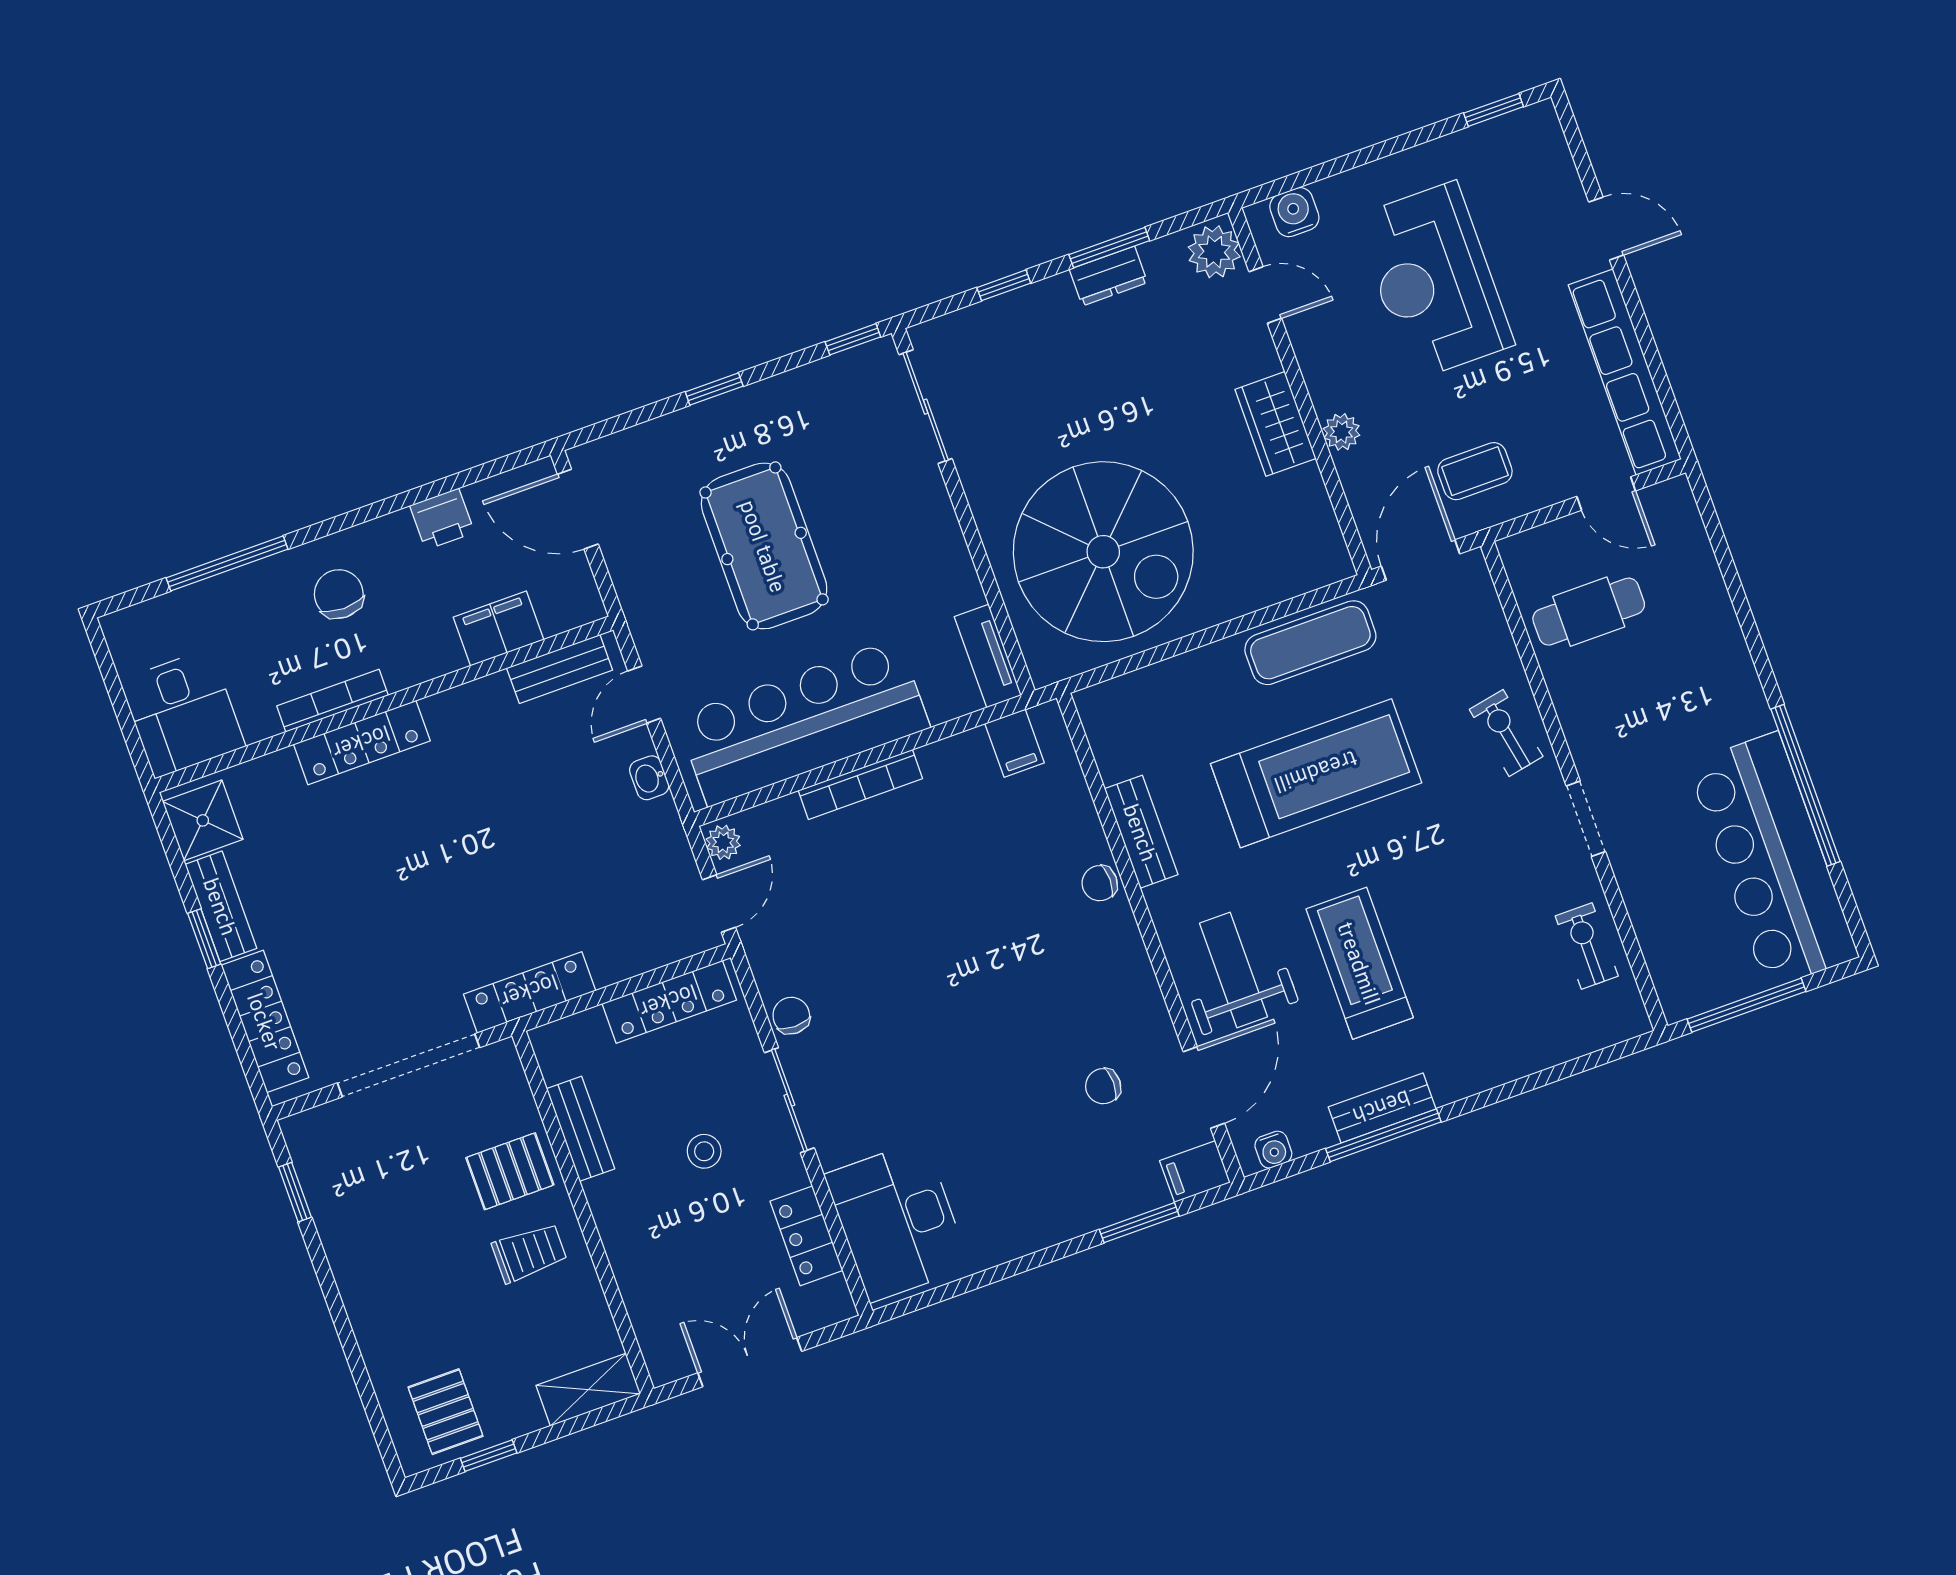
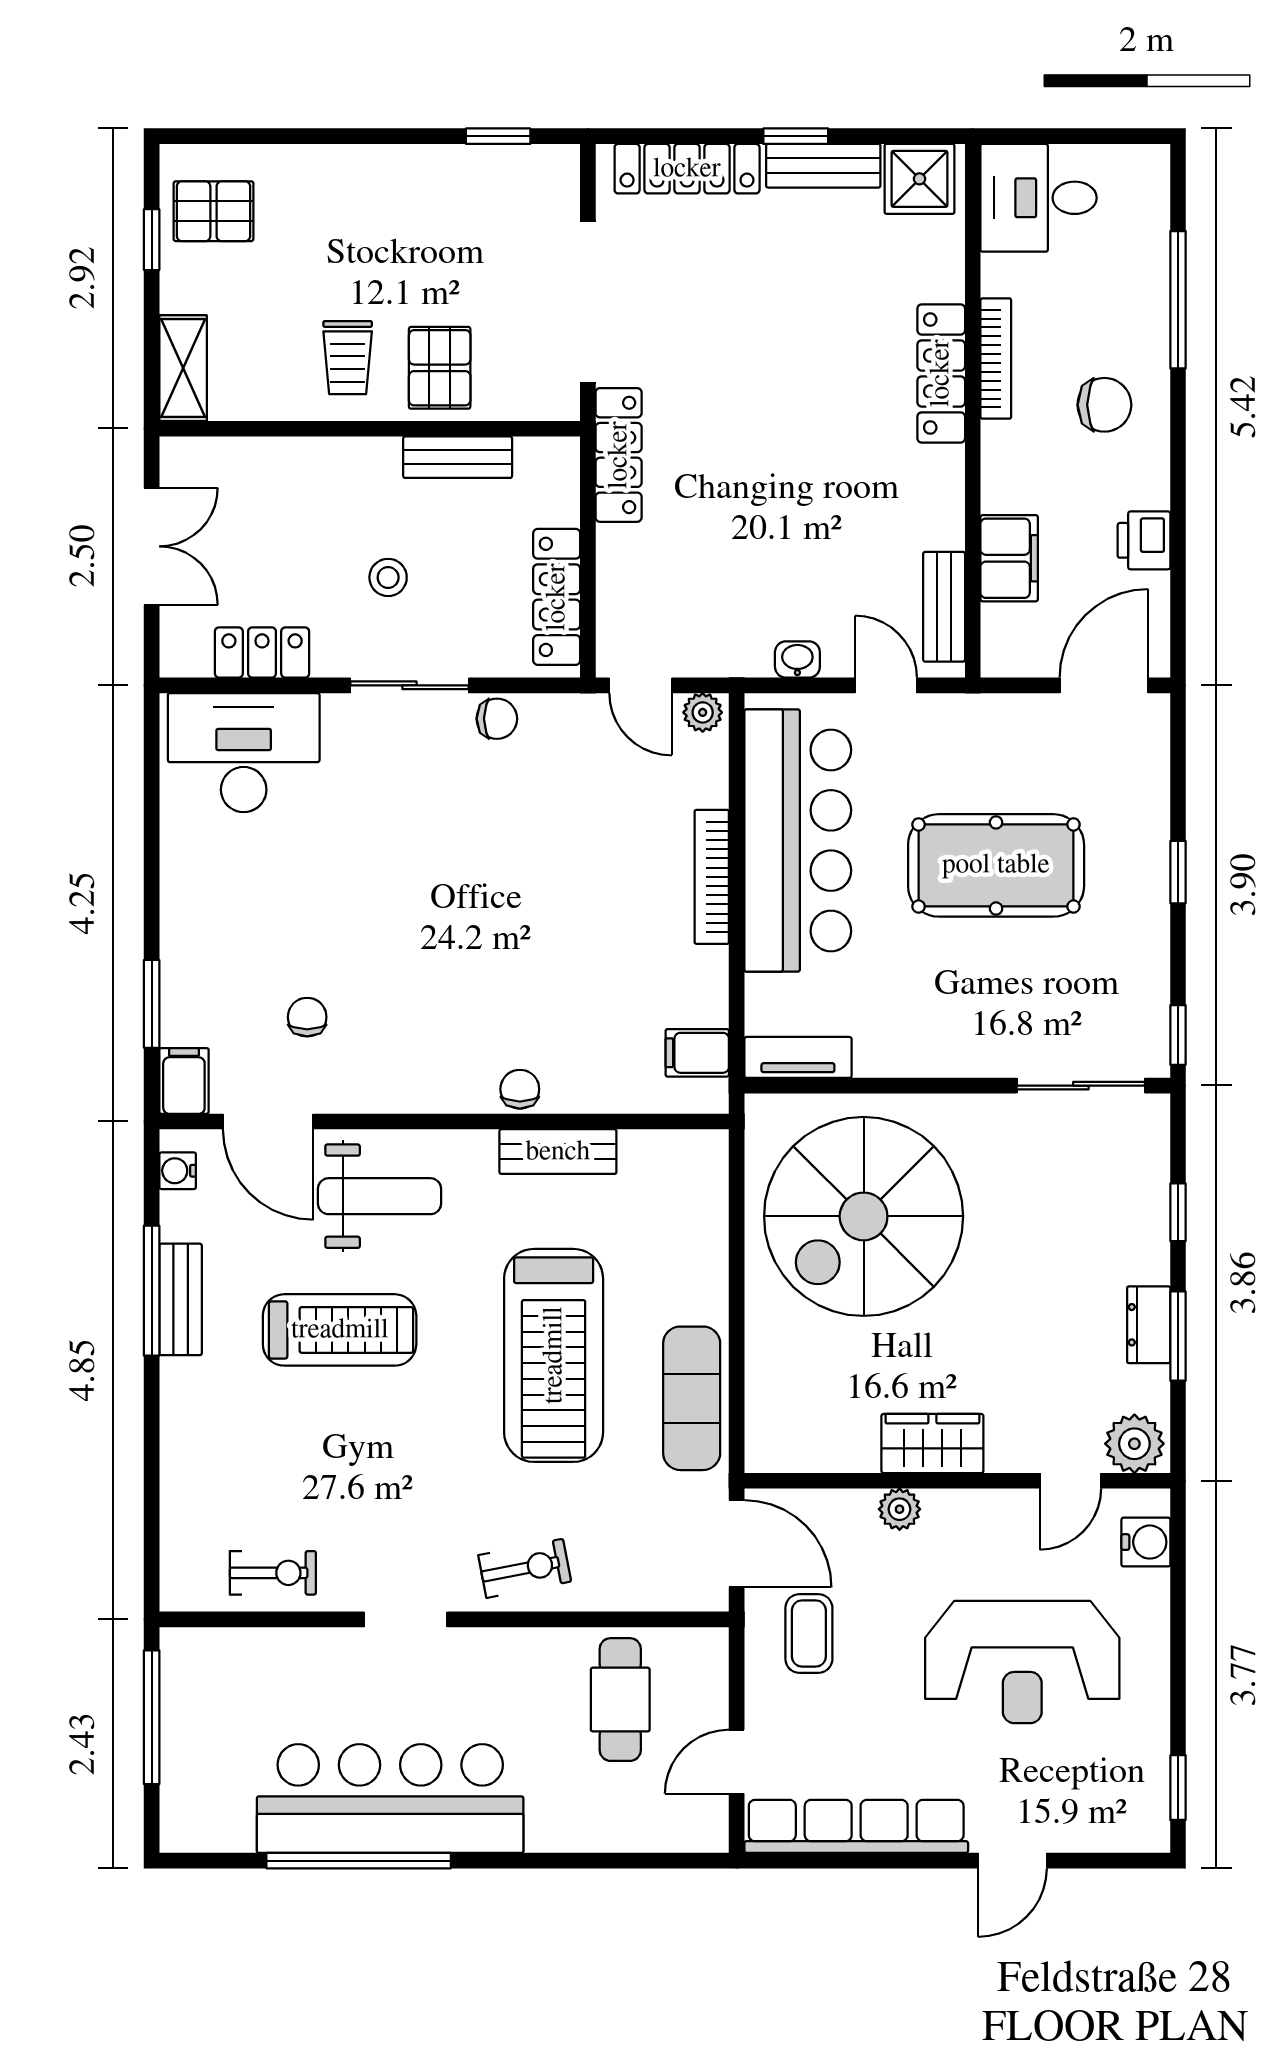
reception desk: (1434, 281) -> (1022, 1662), turned 180
bar counter: (1773, 860) -> (390, 1799), moved

